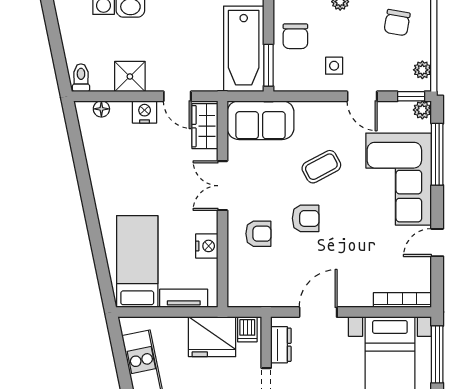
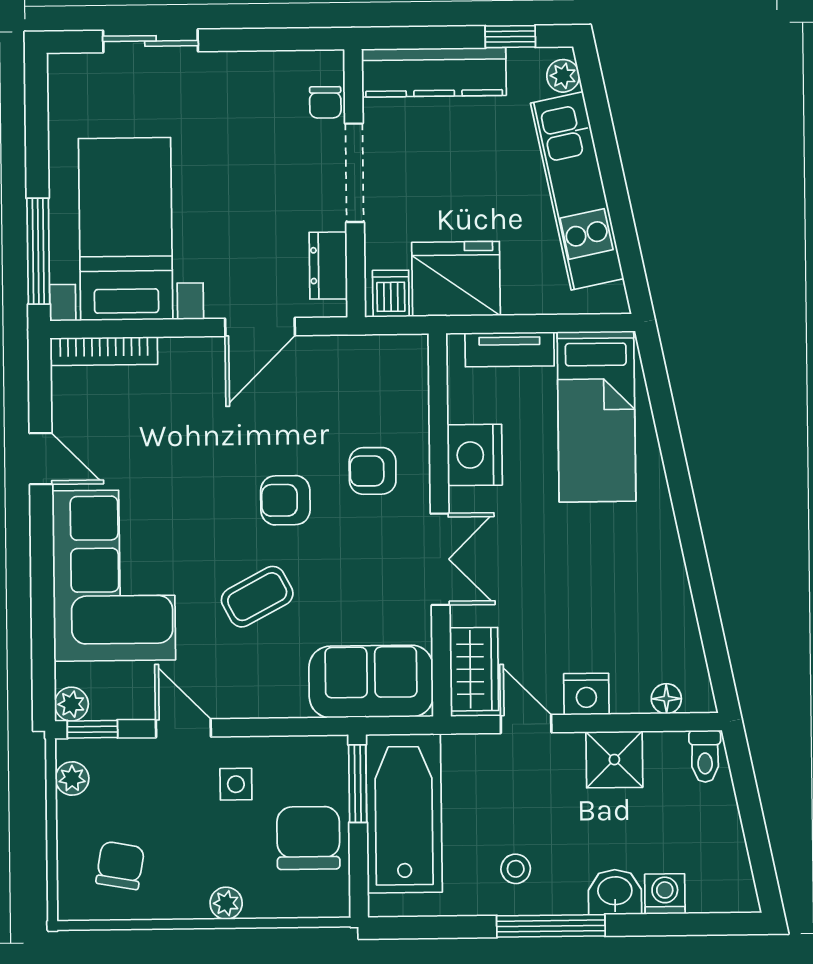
stool: (184, 18) -> (516, 869), added
chair: (295, 36) -> (308, 838), width x1.37, depth x1.37
window: (437, 154) -> (43, 622), removed
door: (437, 243) -> (41, 459), hinge flipped
nightstand: (207, 246) -> (475, 455), width x1.36, depth x1.33

